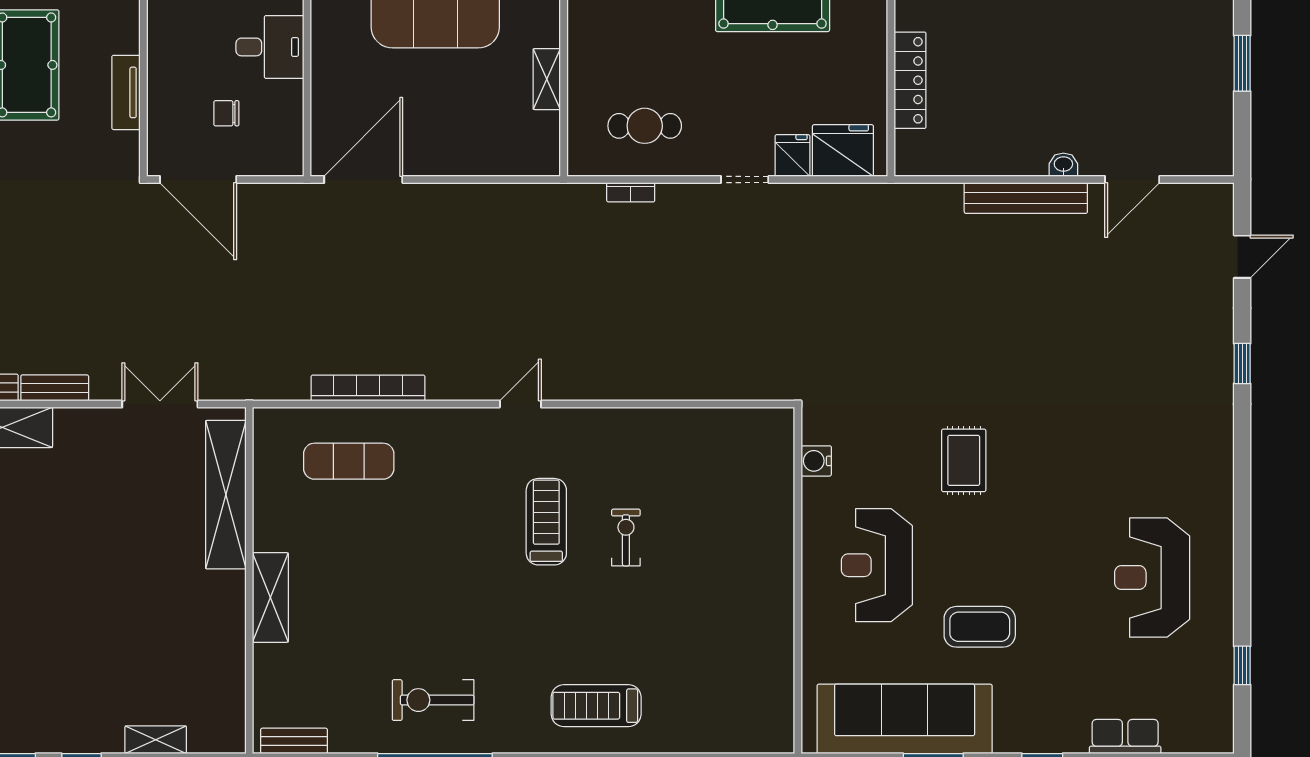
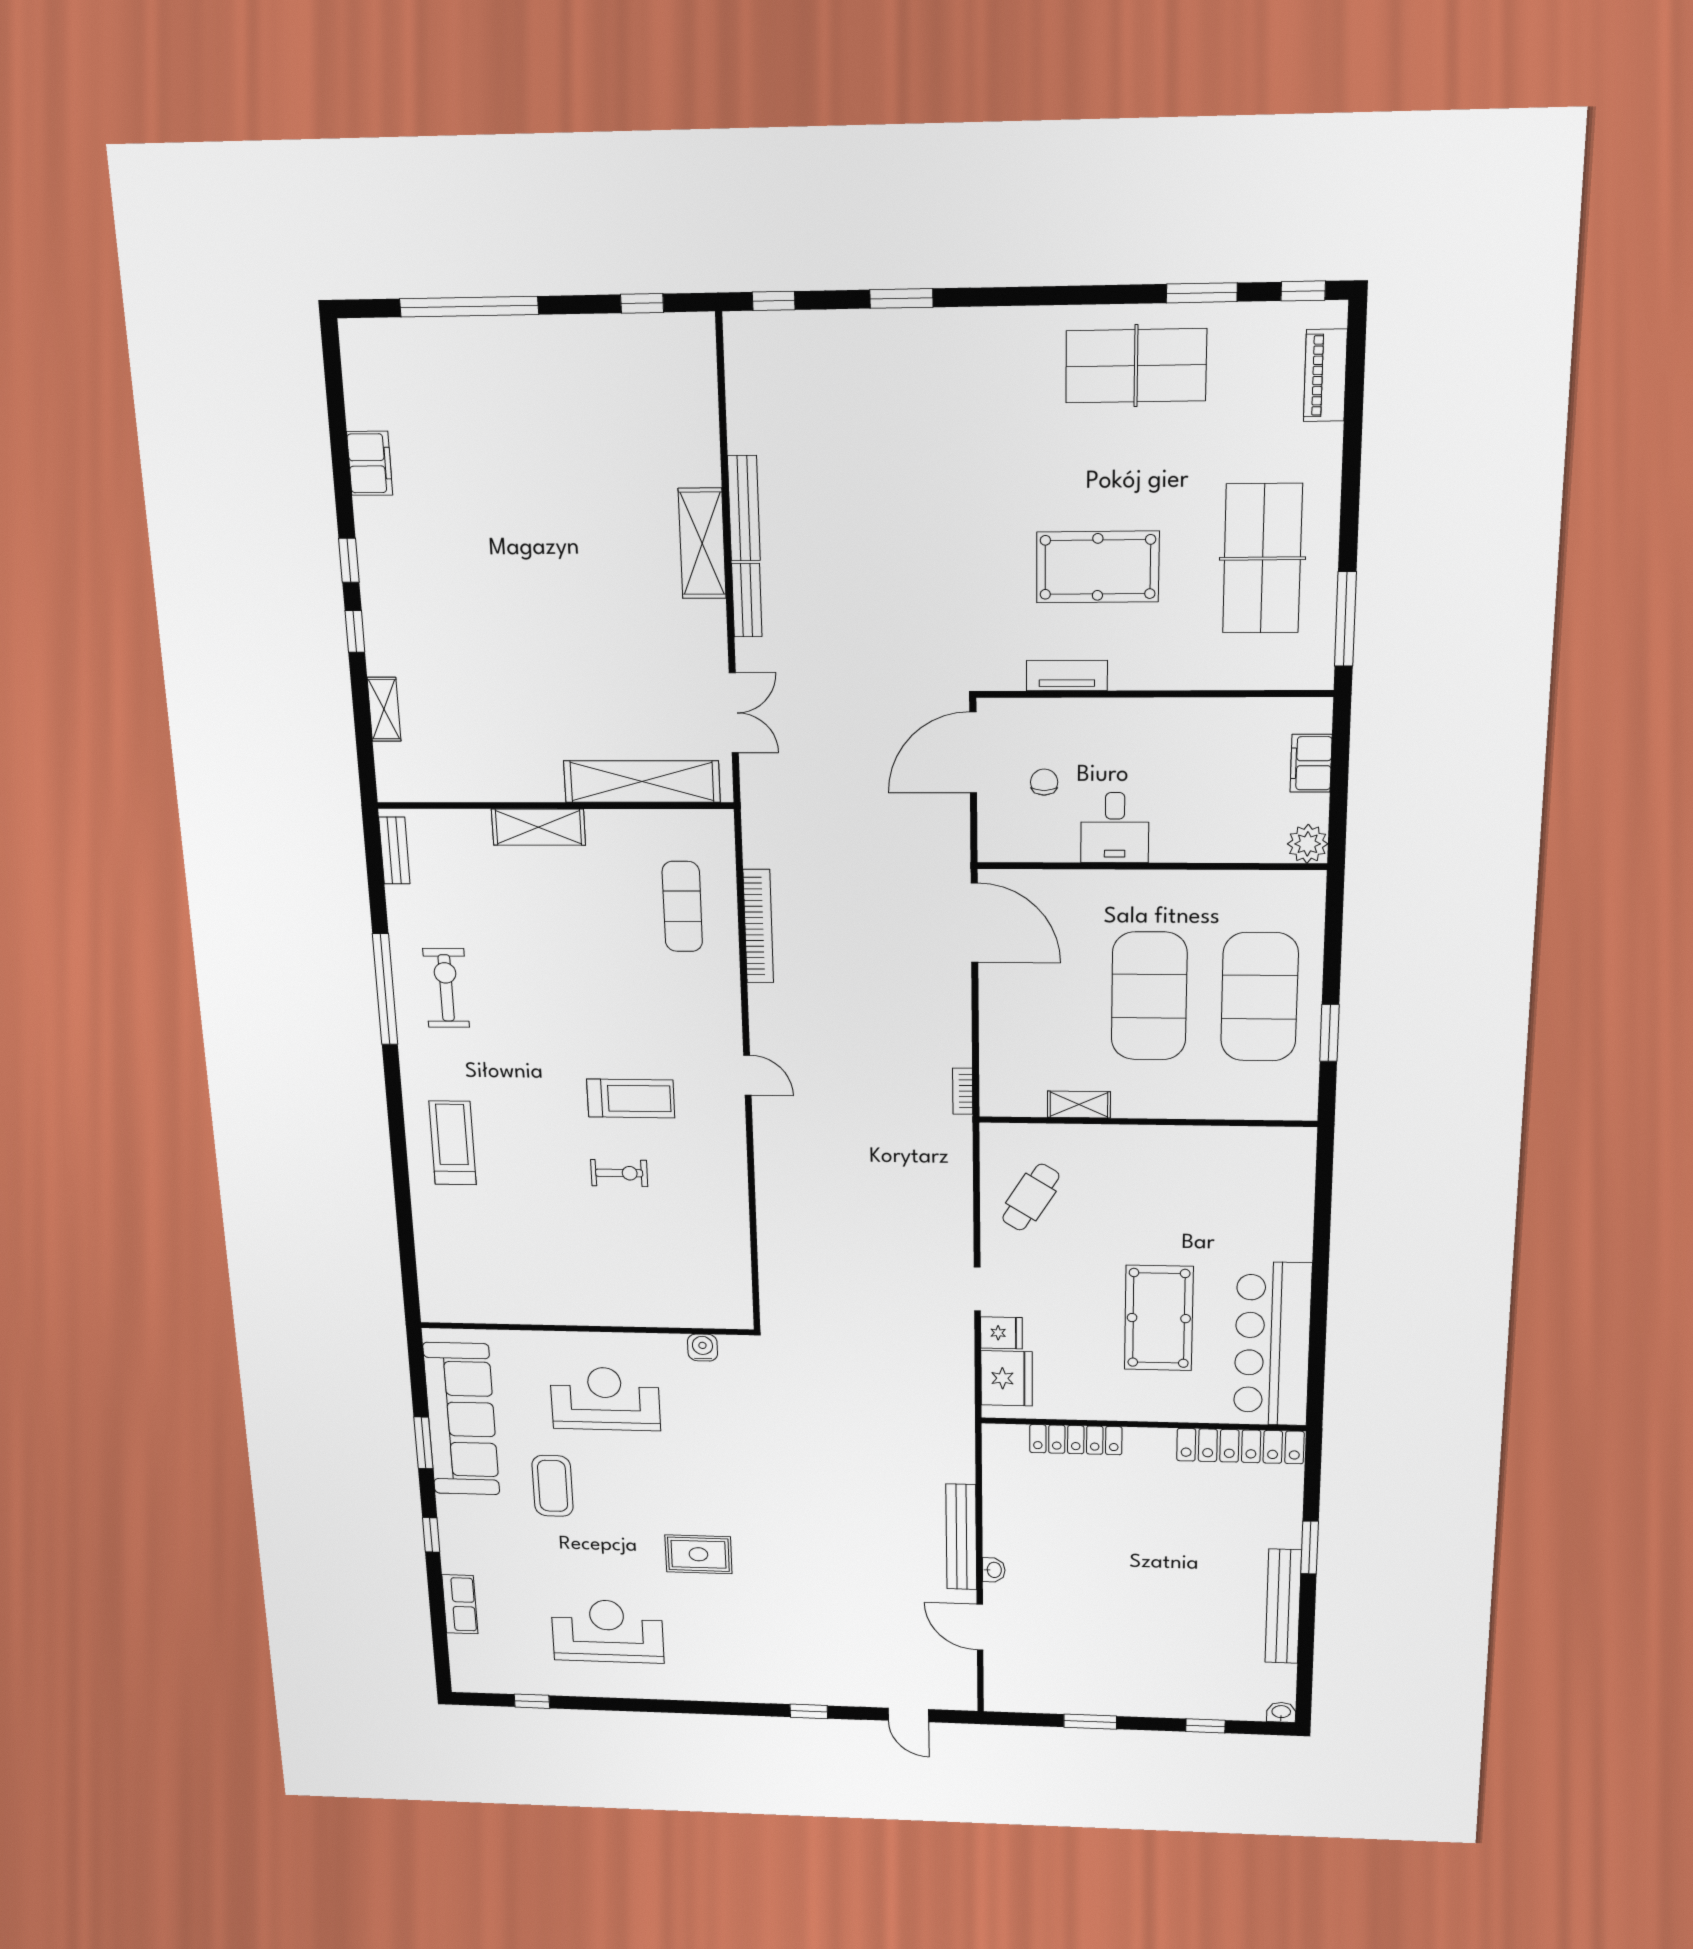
cafe table: (645, 126) -> (1031, 1197), turned 32
bookcase: (631, 192) -> (963, 1091), moved
rug: (964, 460) -> (698, 1554), moved

